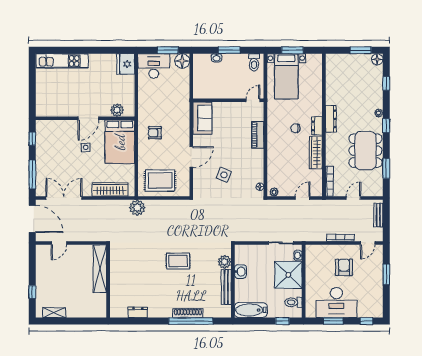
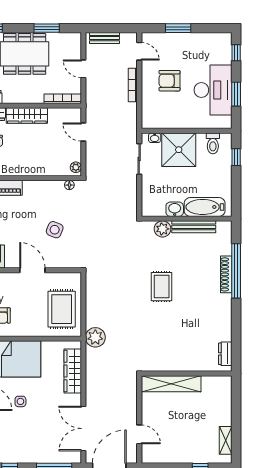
bathtub: (251, 310) -> (205, 207), moved, turned 90
dresser: (138, 312) -> (225, 354), moved

